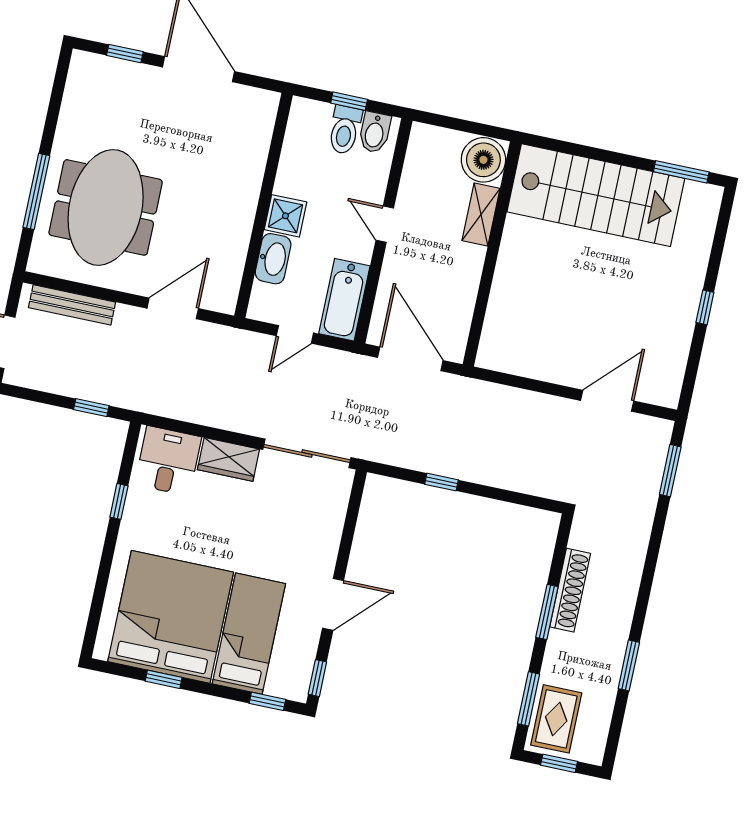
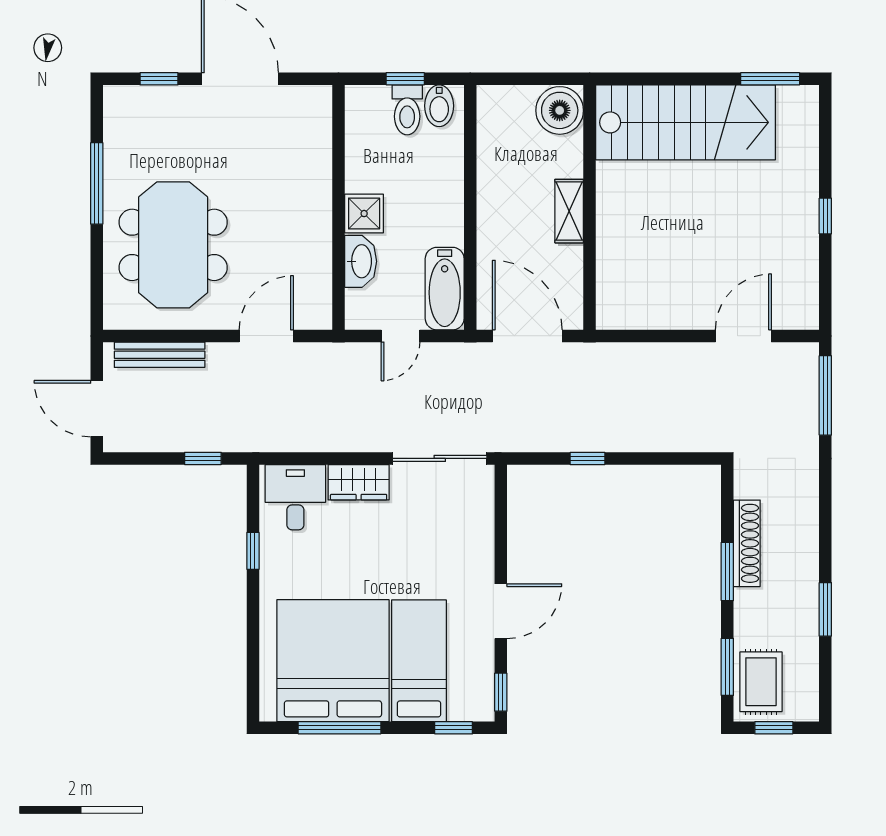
window: (36, 192) -> (97, 183), moved
shelving: (481, 215) -> (569, 211), moved
door: (385, 224) -> (470, 200), removed
window: (670, 471) -> (825, 395), width x1.44
window: (164, 679) -> (340, 728), width x2.17

